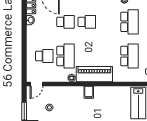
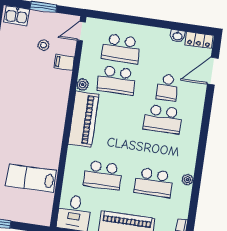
school desk: (87, 22) -> (163, 119), width x1.85
school desk: (44, 56) -> (121, 49), width x1.85
door: (37, 84) -> (81, 31), hinge flipped
filing cabinet: (89, 92) -> (64, 62), moved

